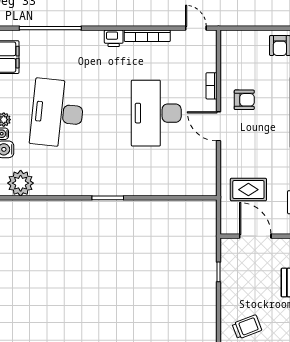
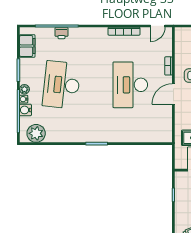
door: (196, 28) -> (158, 26), swing flipped
printer: (114, 38) -> (61, 33), moved
door: (218, 126) -> (173, 94), hinge flipped

